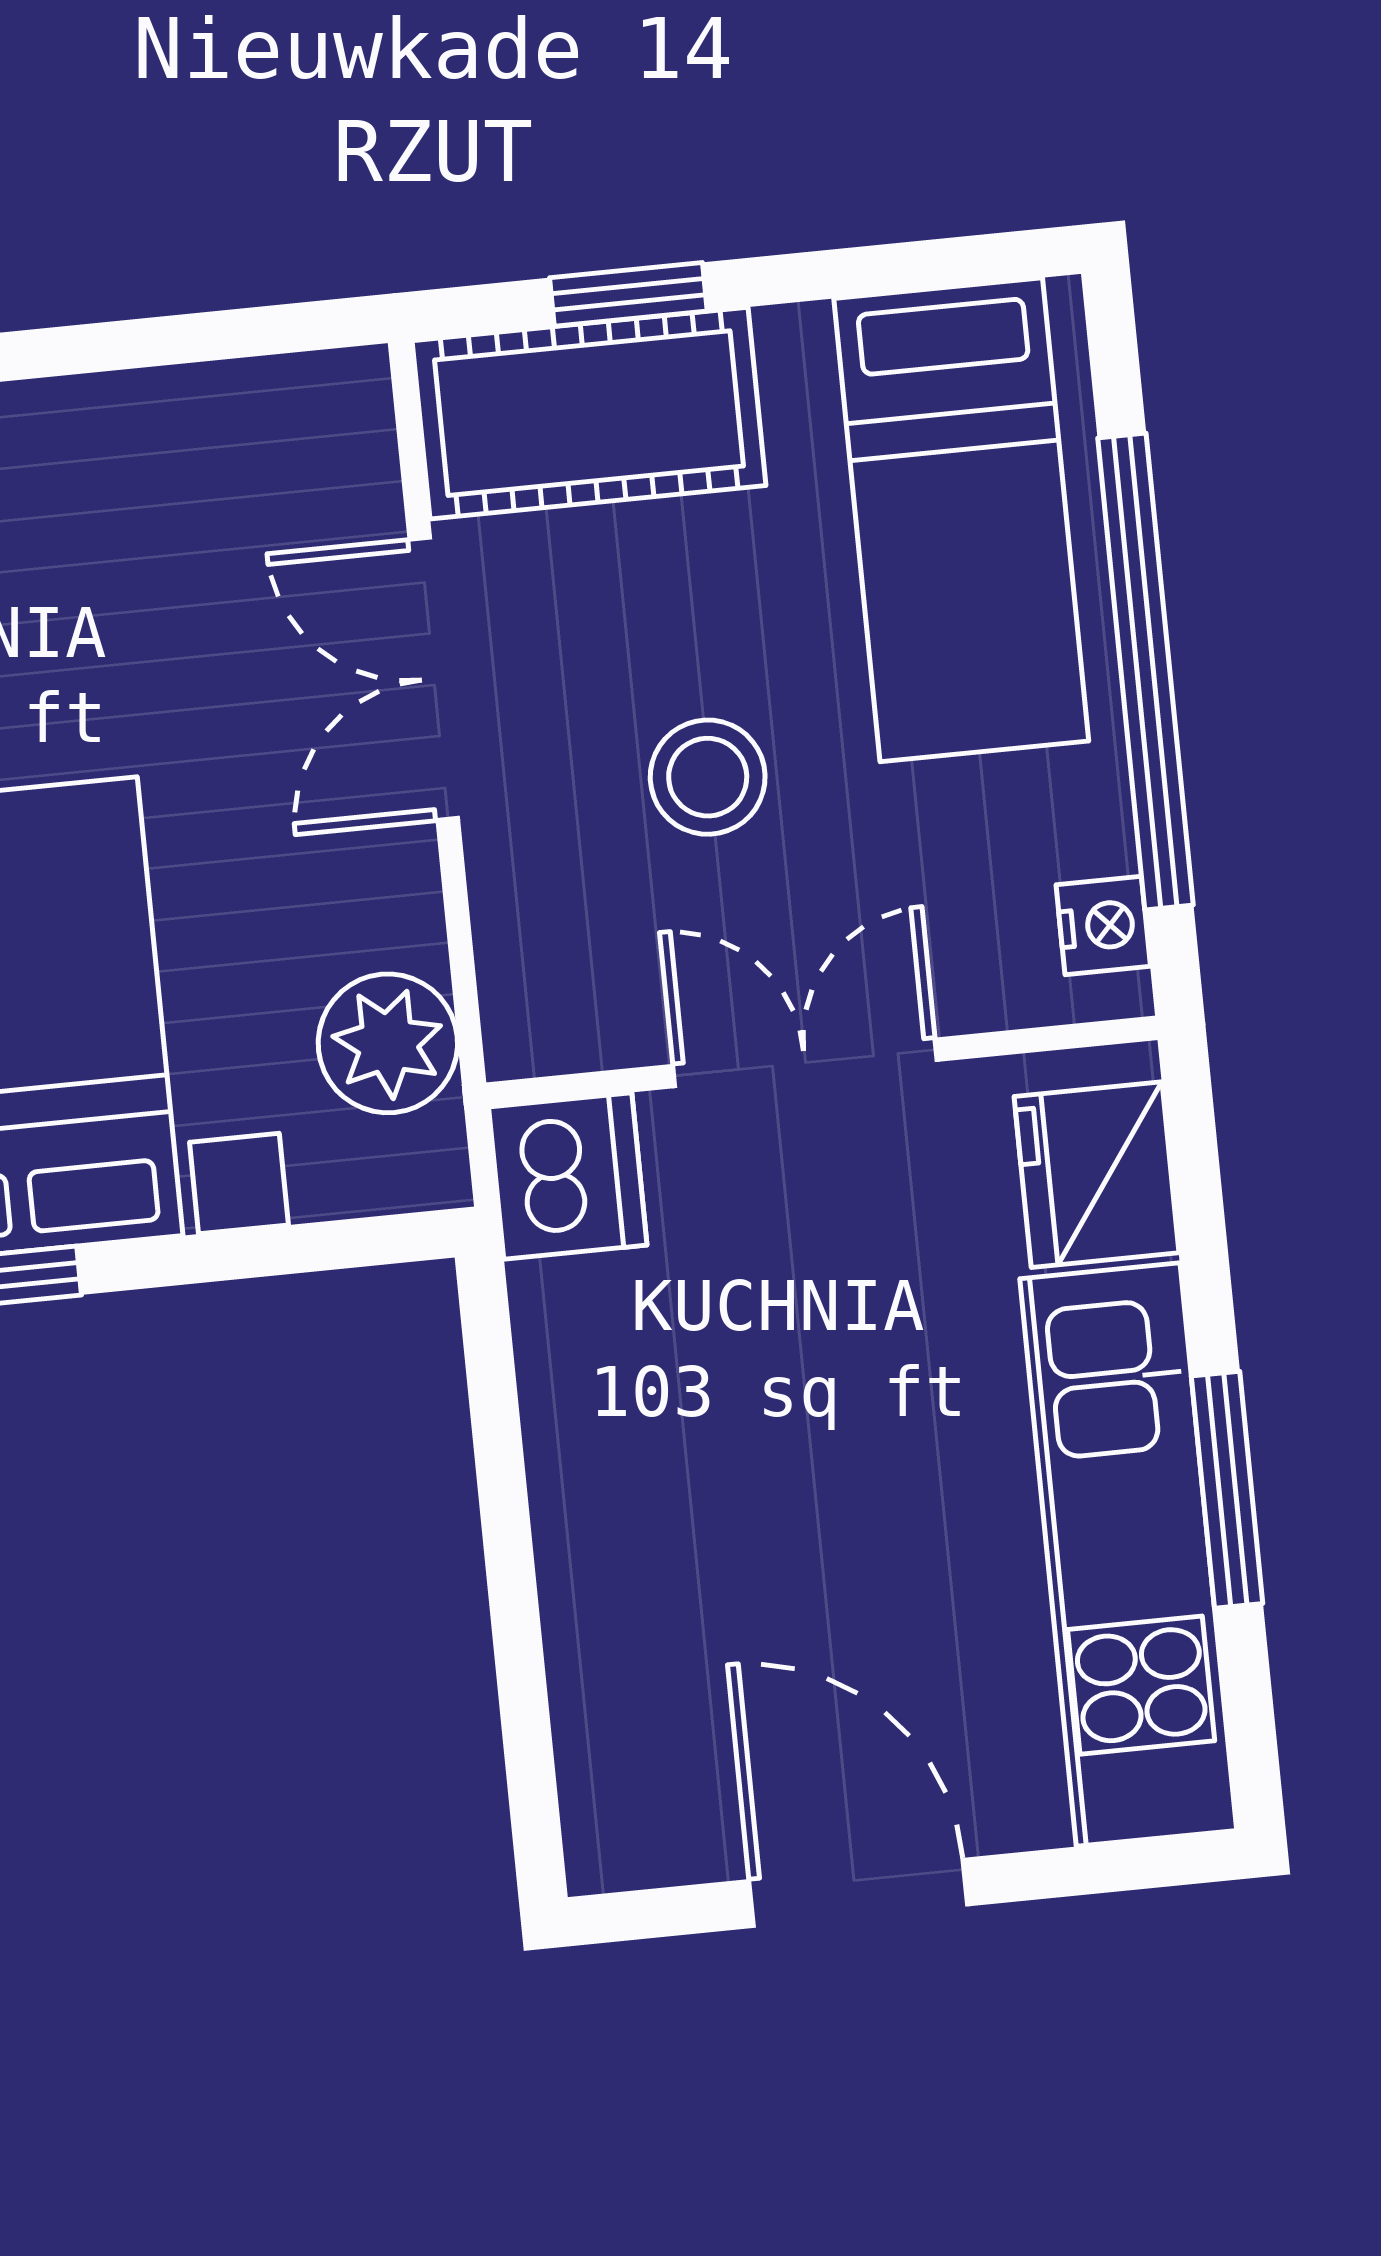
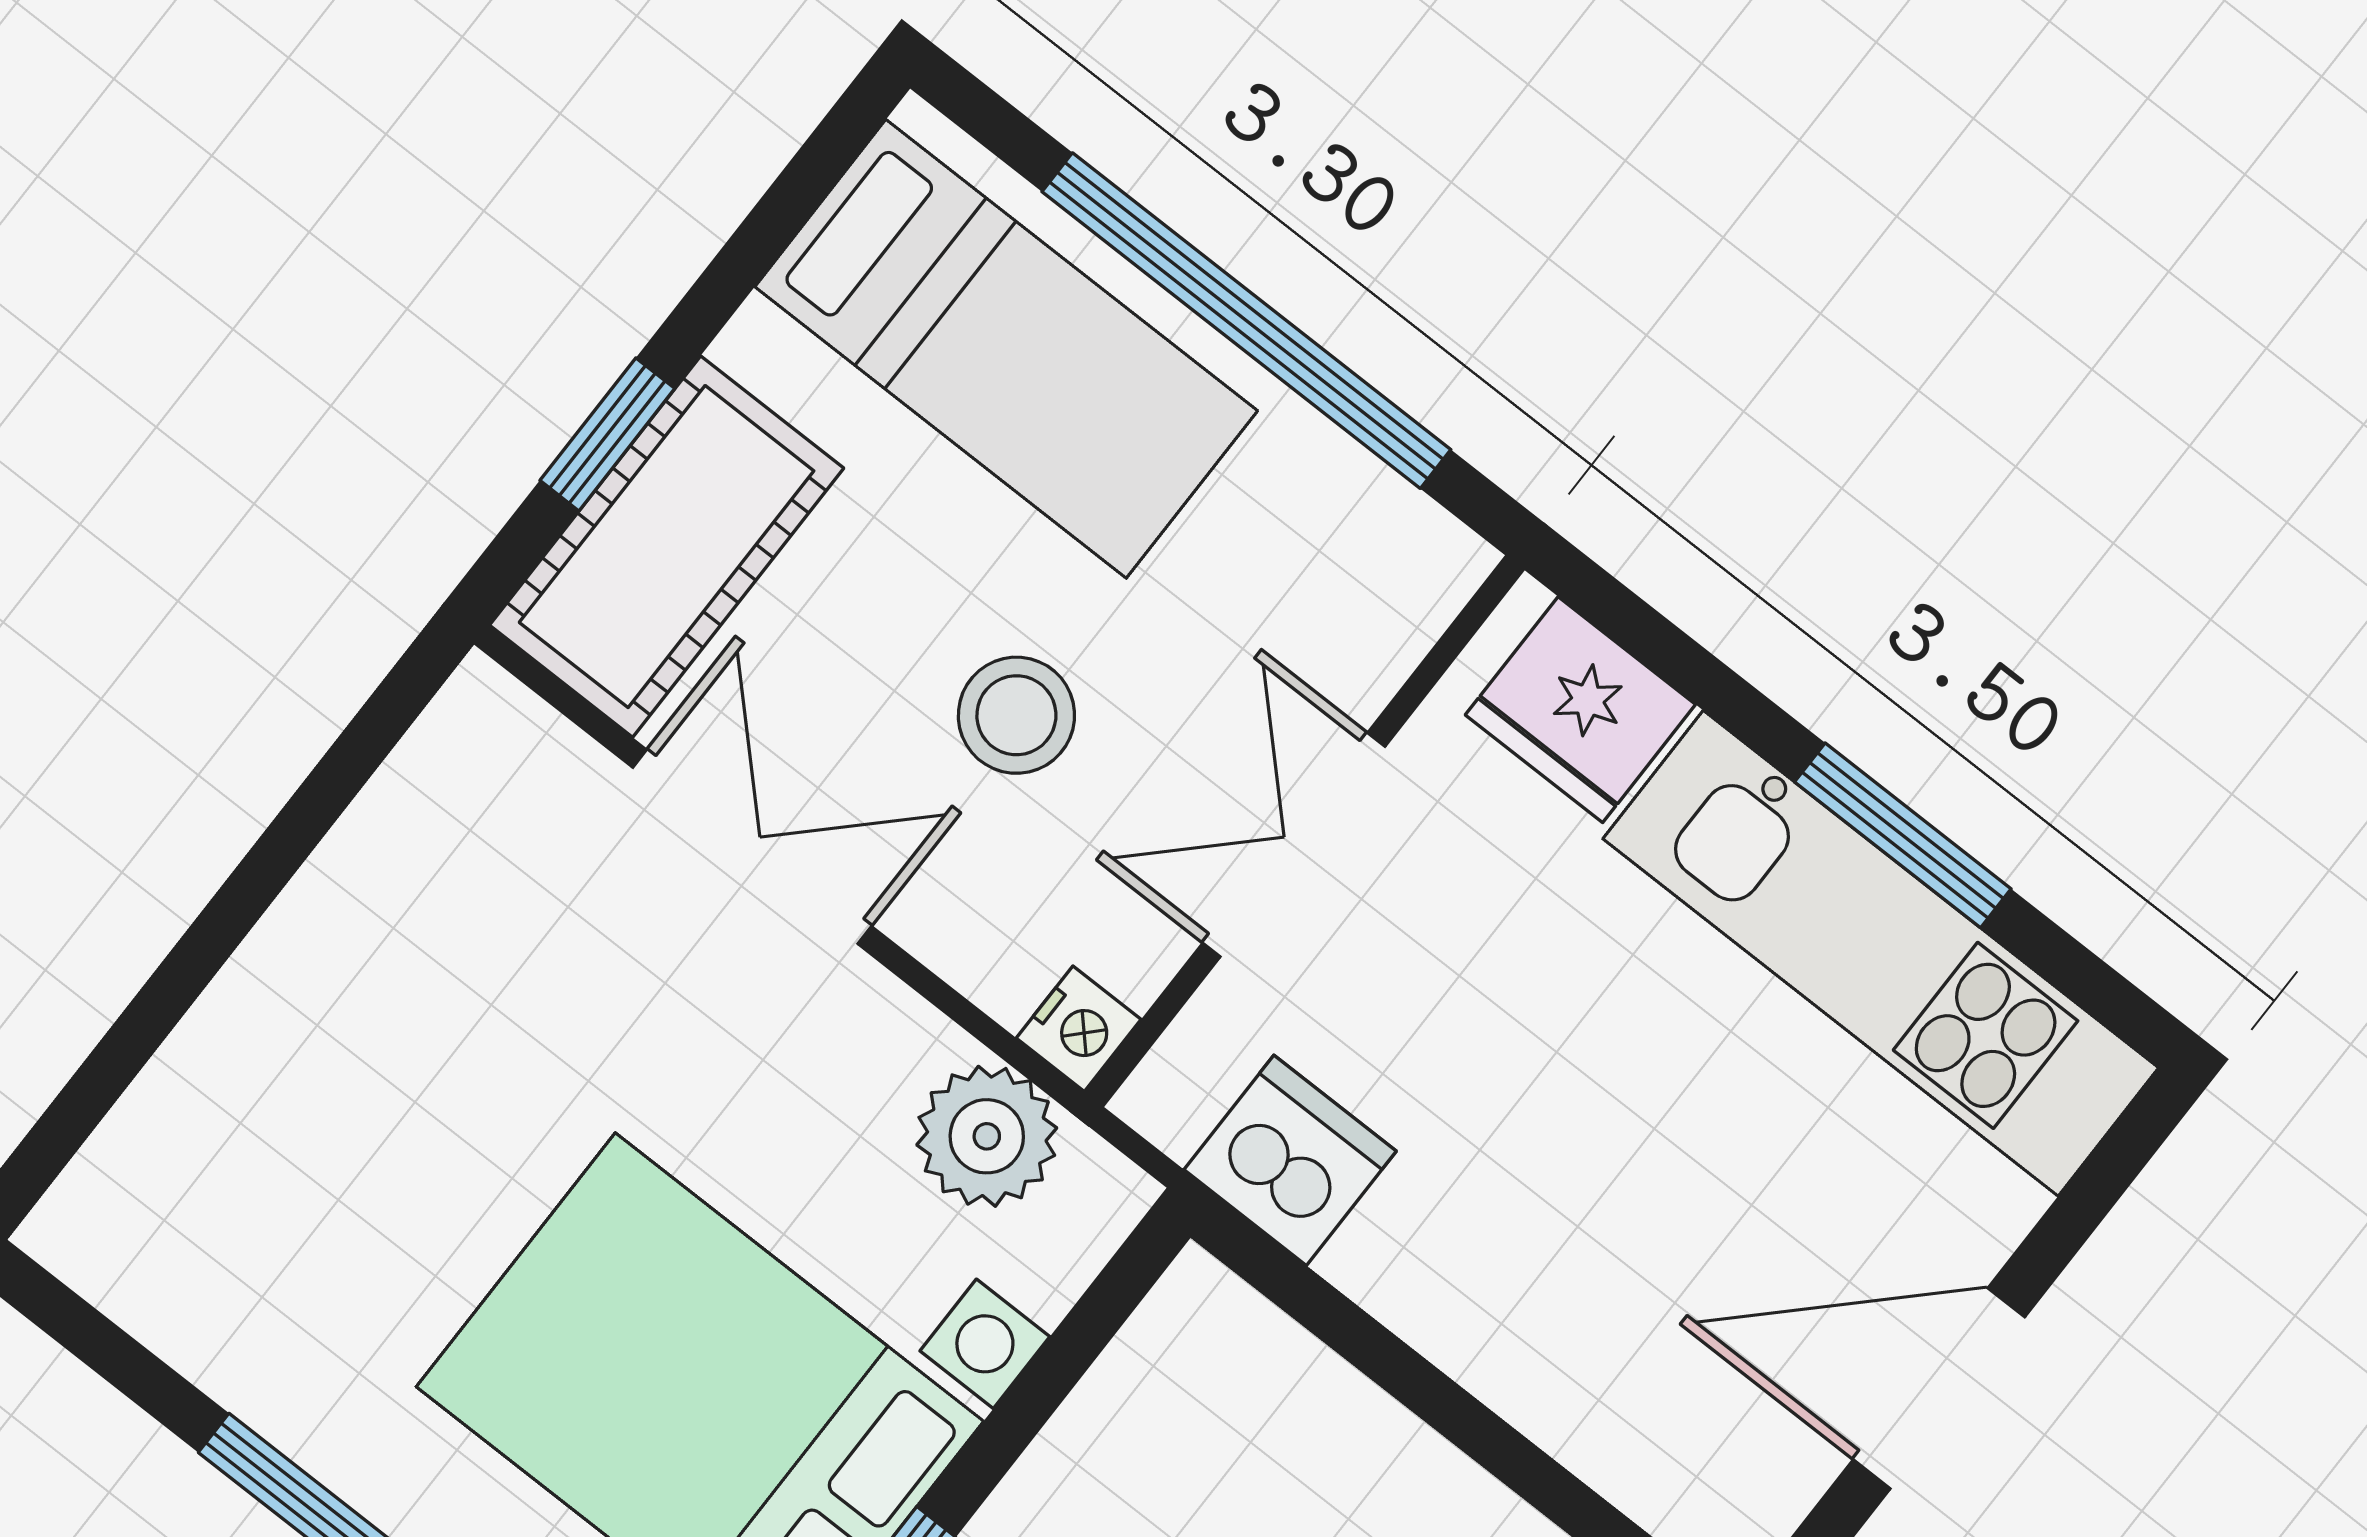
double door: (434, 679) -> (752, 847), swing flipped
nightstand: (1103, 926) -> (1079, 1029), moved, turned 90
dishwasher: (568, 1176) -> (1290, 1160), moved

